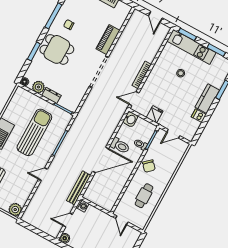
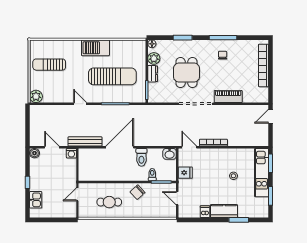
door: (155, 17) -> (271, 116), moved
dining table: (57, 49) -> (186, 73), moved
door: (101, 160) -> (120, 147), swing flipped

